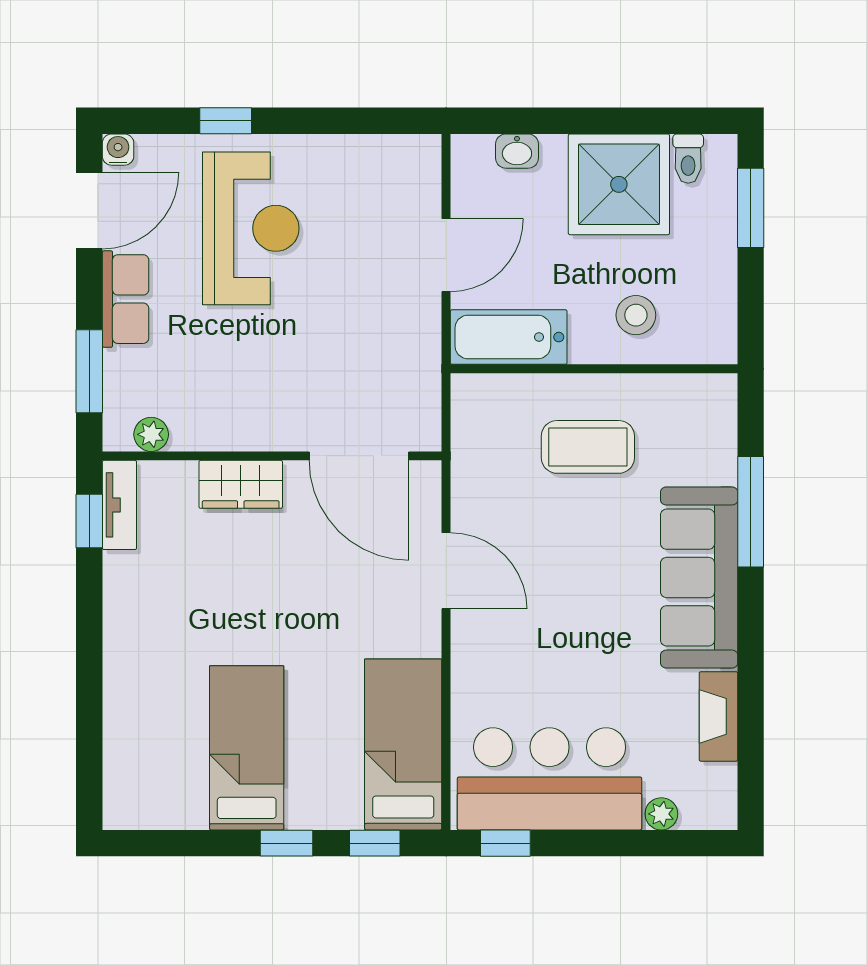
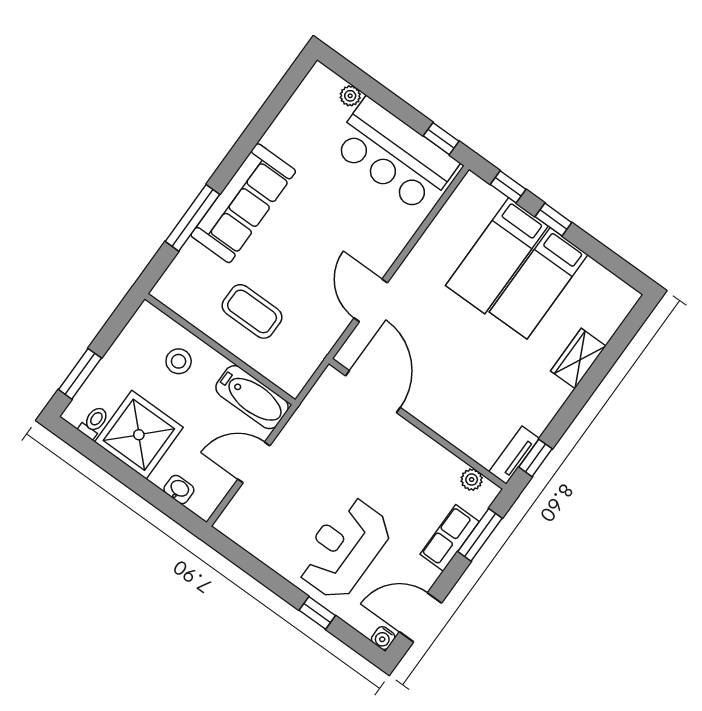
row of seats: (125, 299) -> (450, 538), moved
wardrobe: (241, 484) -> (578, 358), moved, turned -90
fireplace: (718, 716) -> (285, 125), removed
bed: (403, 744) -> (497, 256), moved

